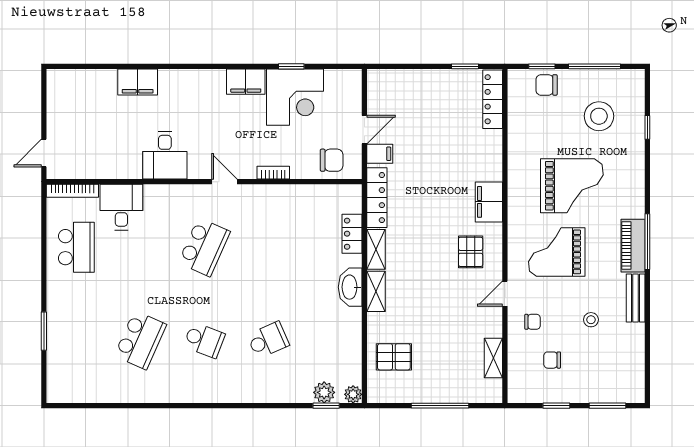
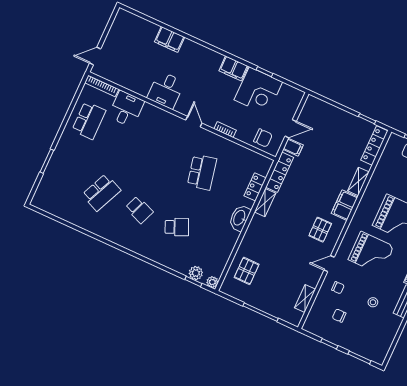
school desk: (204, 247) -> (202, 172), moved, turned -36
grand piano: (557, 252) -> (371, 253), turned 180
shelving: (376, 291) -> (358, 181), moved
pallet: (394, 357) -> (247, 271), turned 90

